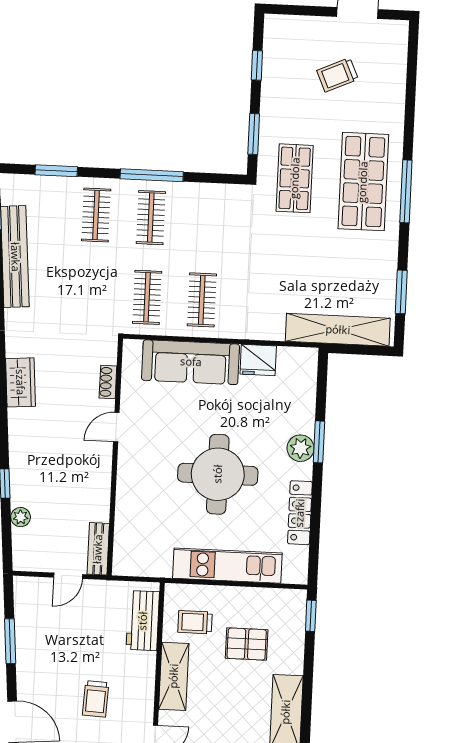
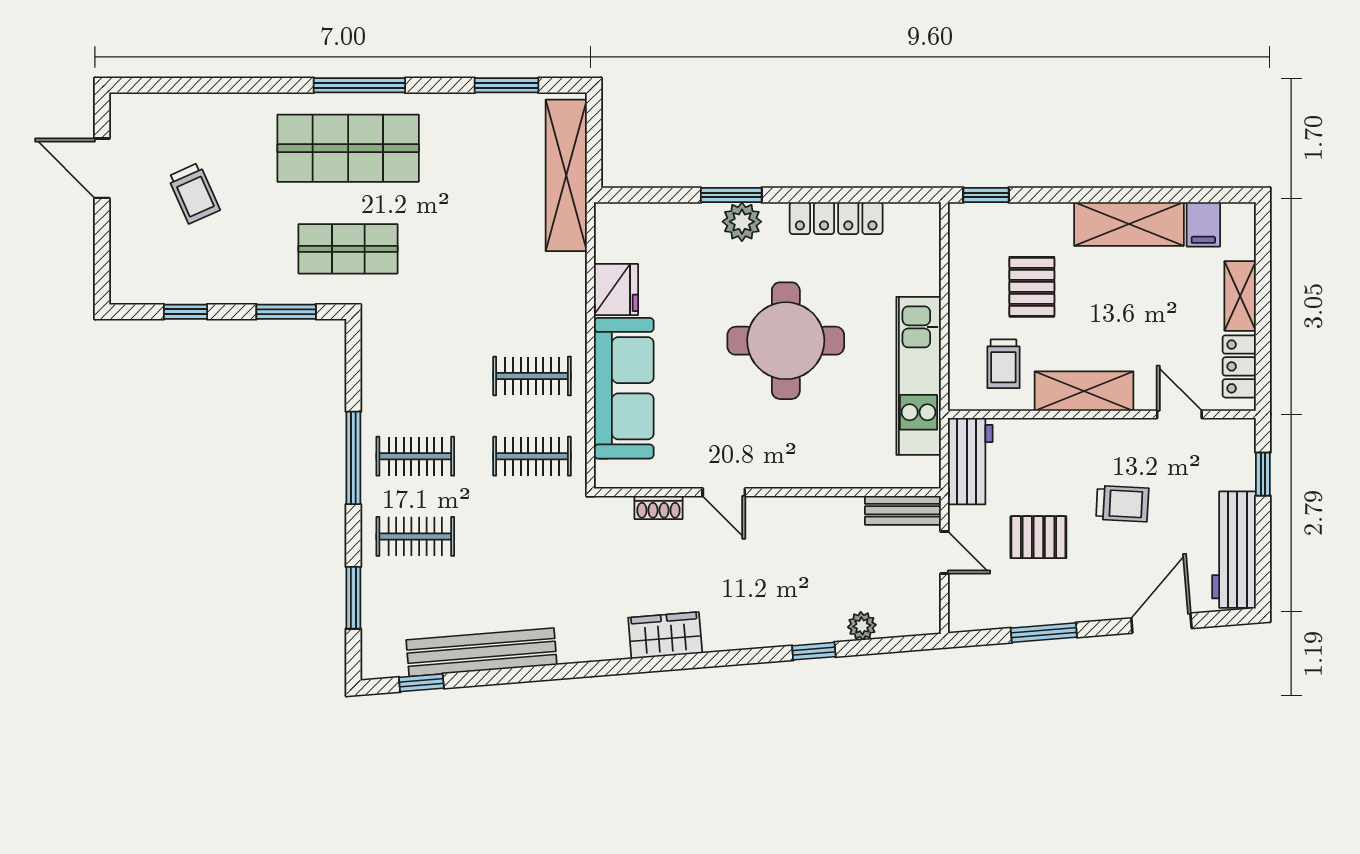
kitchen unit: (227, 566) -> (919, 376), moved
workbench: (143, 621) -> (970, 461), moved, turned -90
pallet: (75, 641) -> (1038, 537), added

